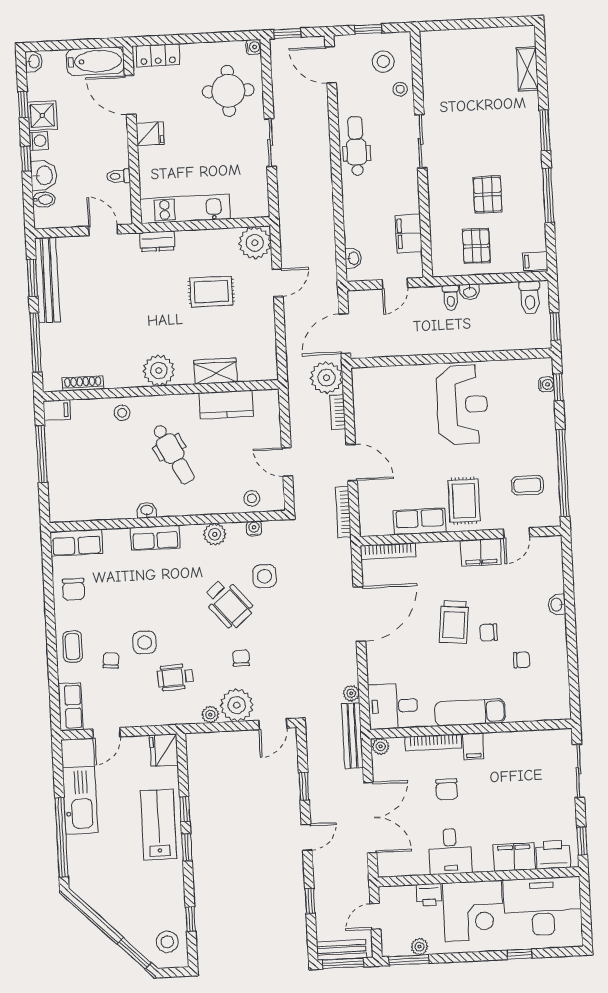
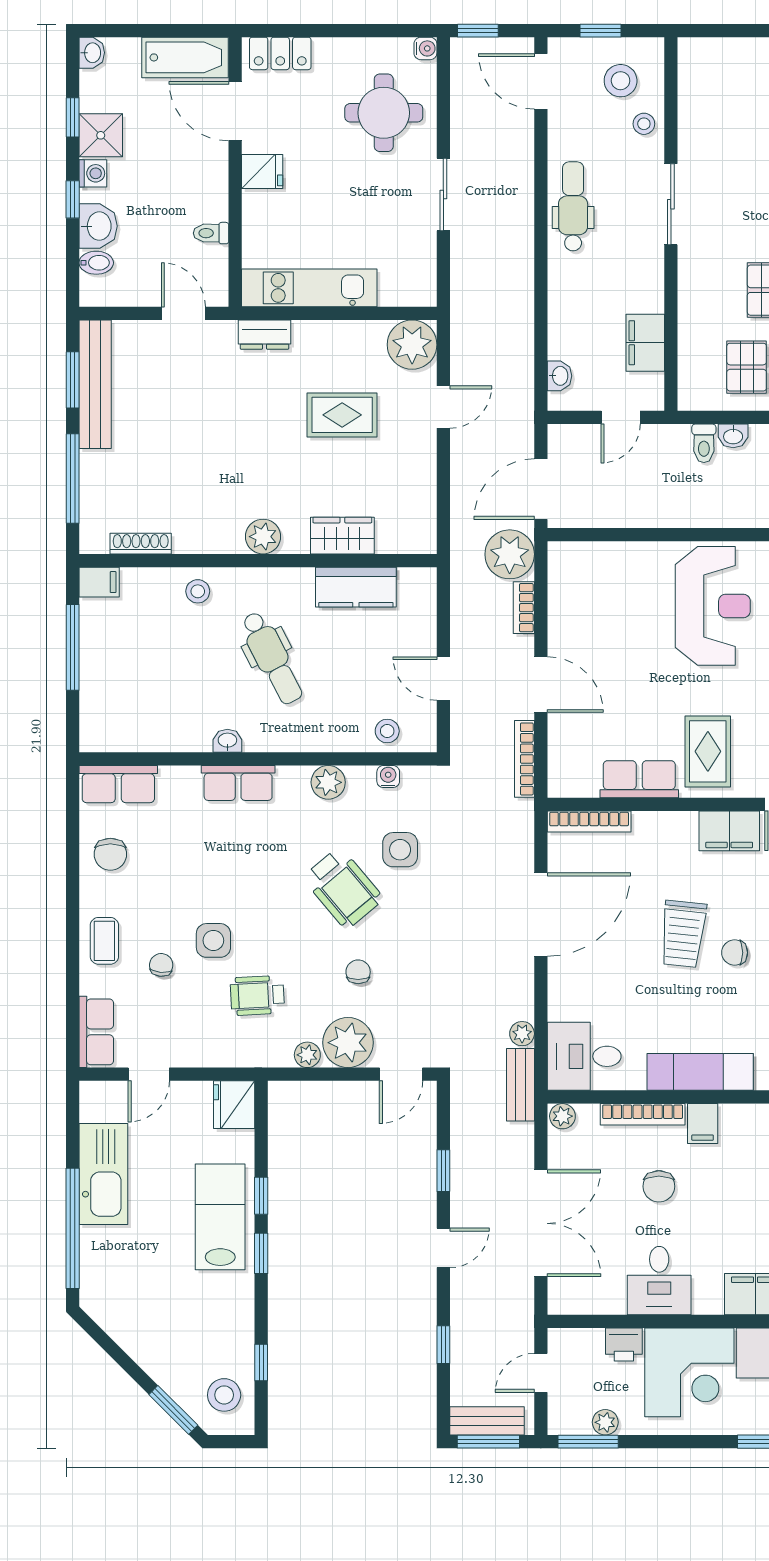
plant: (159, 370) -> (263, 537), width x0.73, depth x0.73
bench: (352, 736) -> (520, 1085), width x0.73

